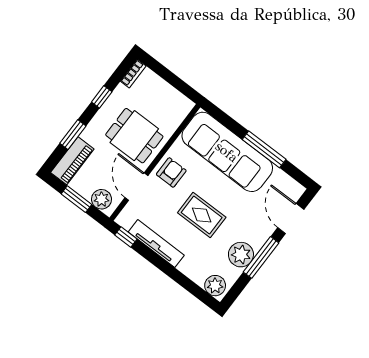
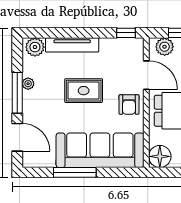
floor lamp: (179, 106) -> (160, 156), added
tv unit: (156, 244) -> (72, 45), moved
plant: (241, 255) -> (28, 84), width x0.53, depth x0.53

